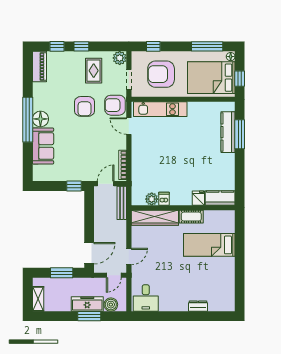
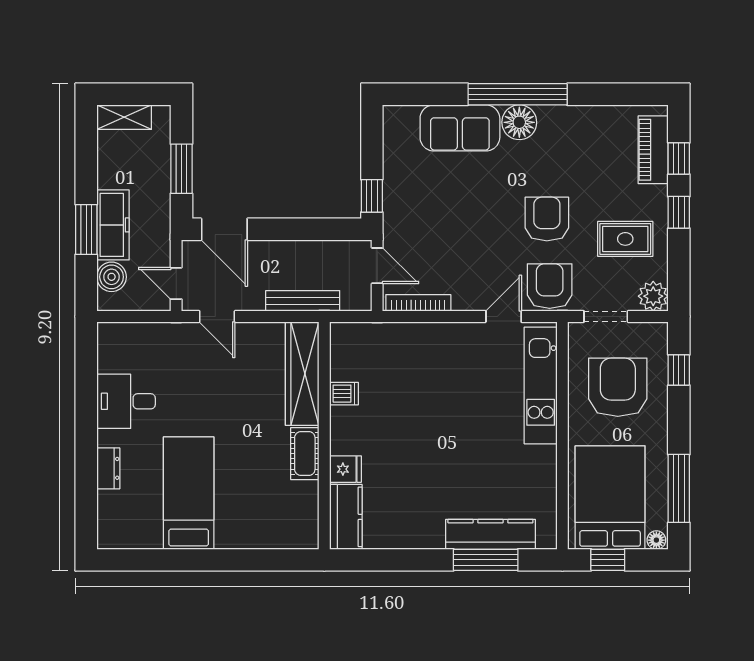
piano: (39, 67) -> (653, 150), moved, turned 90
armchair: (84, 106) -> (547, 219), turned 90
plant: (152, 199) -> (343, 367), removed
bench: (122, 203) -> (303, 301), moved
bed: (209, 245) -> (189, 493), moved
desk: (146, 298) -> (126, 401), moved

